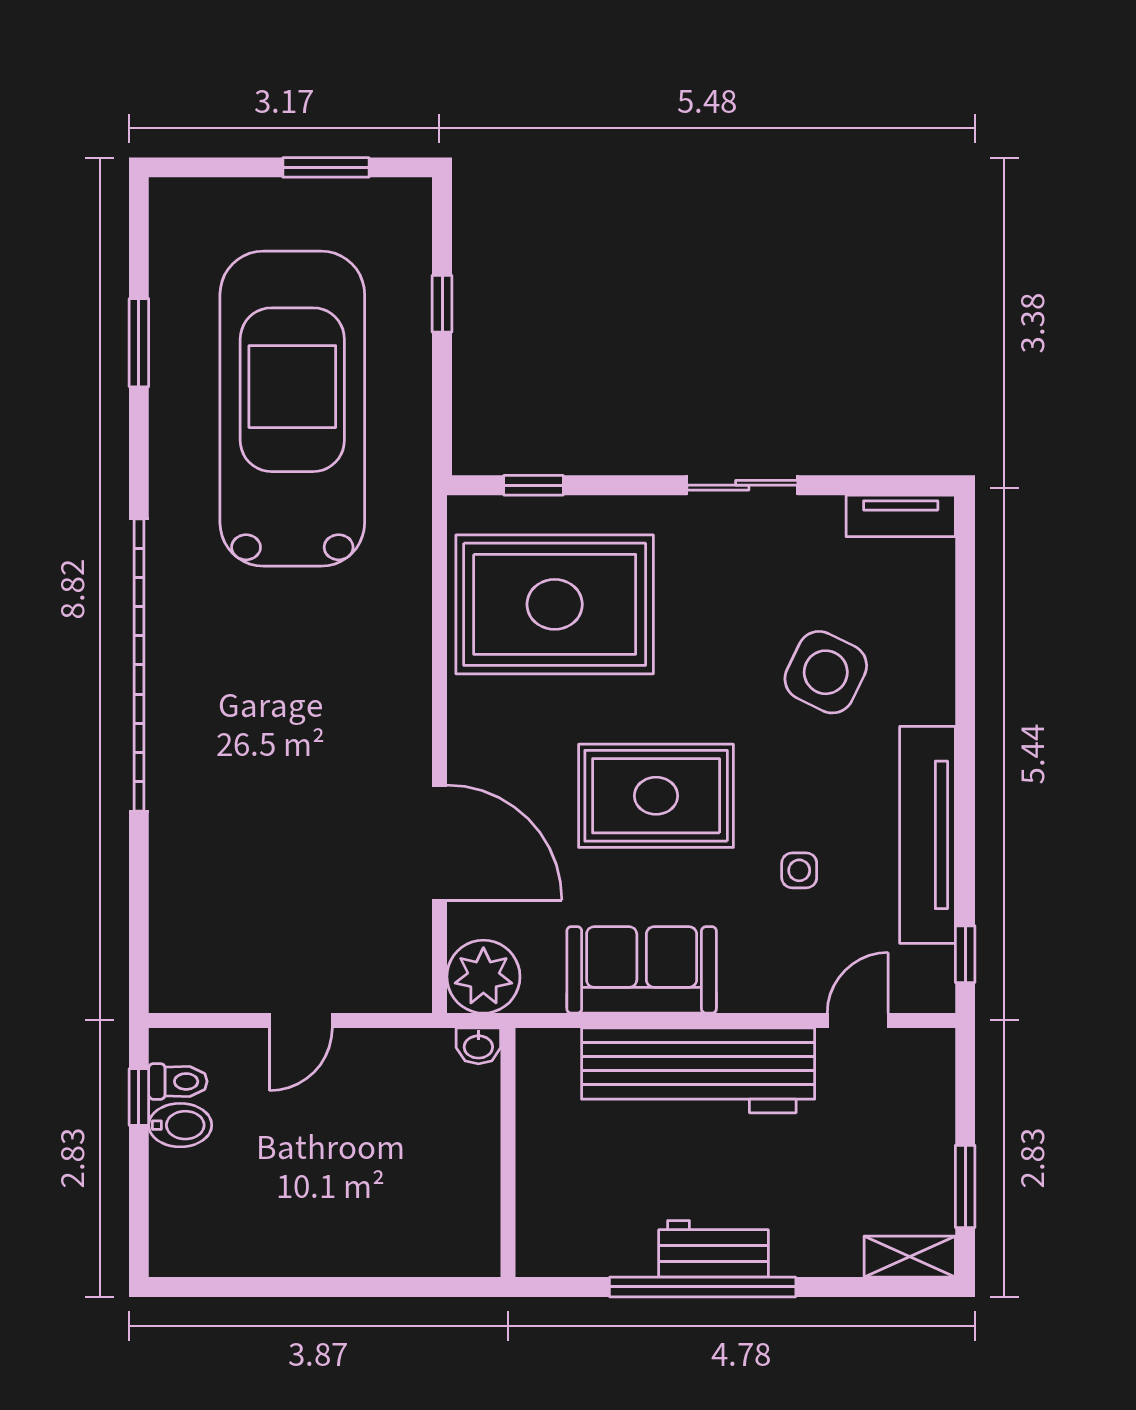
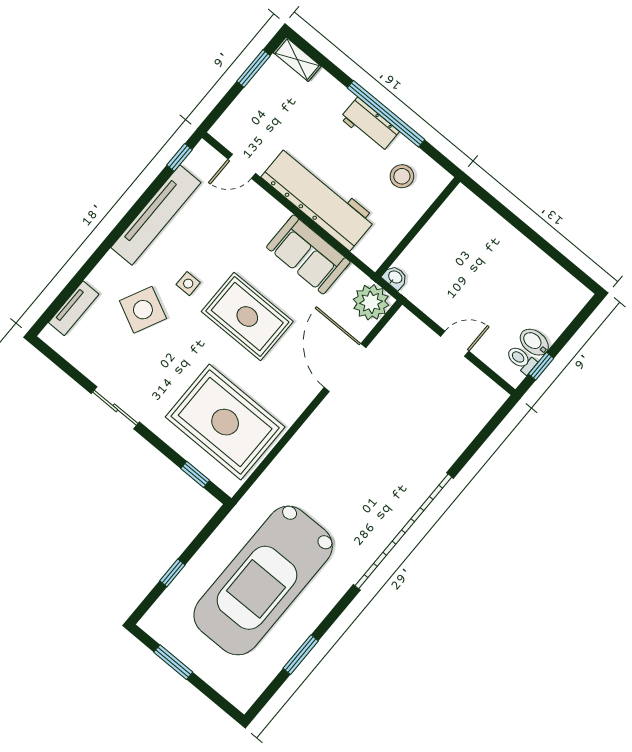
tv unit: (901, 516) -> (74, 308), moved, turned 90
side table: (799, 870) -> (188, 284), moved
stool: (598, 1211) -> (402, 176), added

